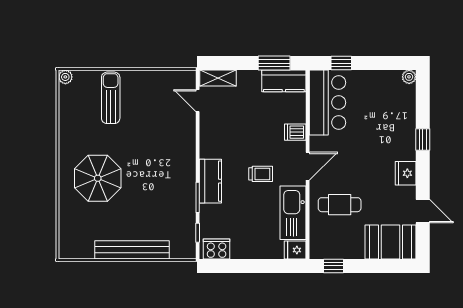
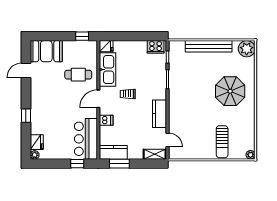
fridge: (406, 173) -> (37, 142), moved
kitchen counter: (210, 181) -> (159, 114), moved
door: (423, 211) -> (26, 71), hinge flipped
plant: (72, 246) -> (247, 49), added

